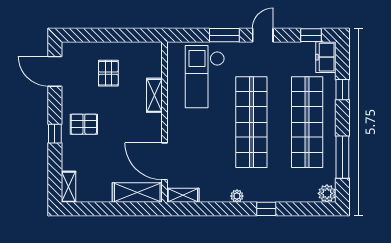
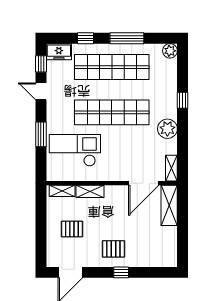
door: (263, 35) -> (41, 91), moved
checkout: (205, 77) -> (75, 150), turned 180
pallet: (84, 124) -> (113, 249), turned 90
window: (342, 157) -> (127, 38), moved
shelving: (68, 187) -> (62, 191), moved
plant: (237, 196) -> (167, 129), width x1.88, depth x1.88

